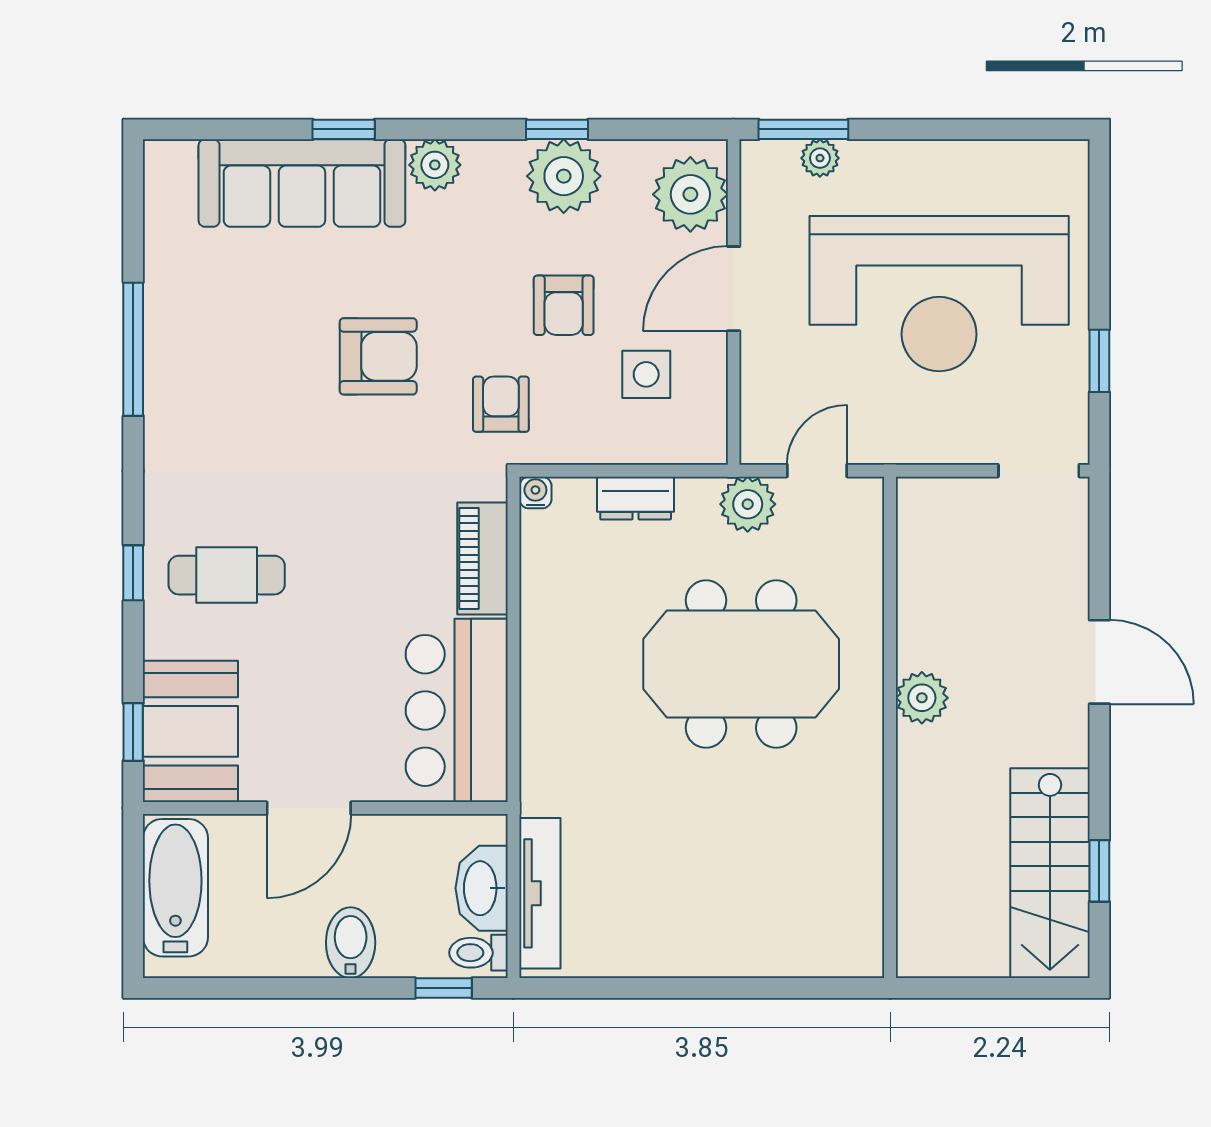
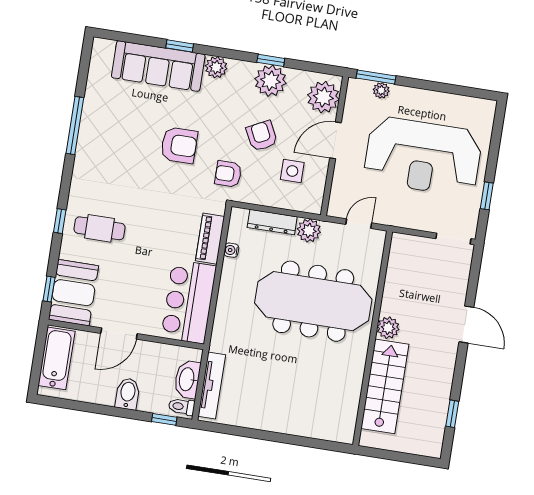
armchair: (564, 305) -> (262, 136), turned 153
armchair: (501, 404) -> (228, 174), turned -90
water cooler: (535, 493) -> (231, 250), moved, turned -90
dresser: (636, 498) -> (272, 222), width x1.44
plant: (748, 504) -> (309, 230), moved
meeting table: (741, 664) -> (313, 301), width x1.36
stairs: (1050, 873) -> (385, 386), moved, turned 180

